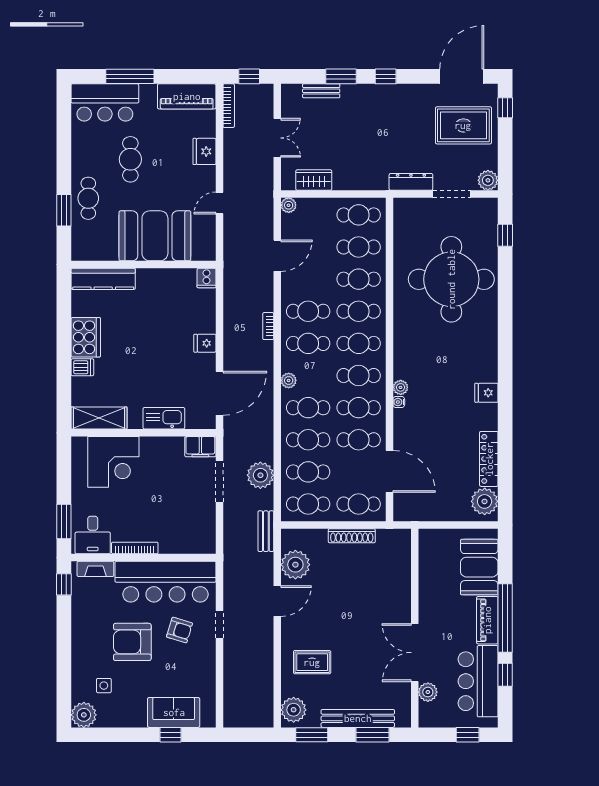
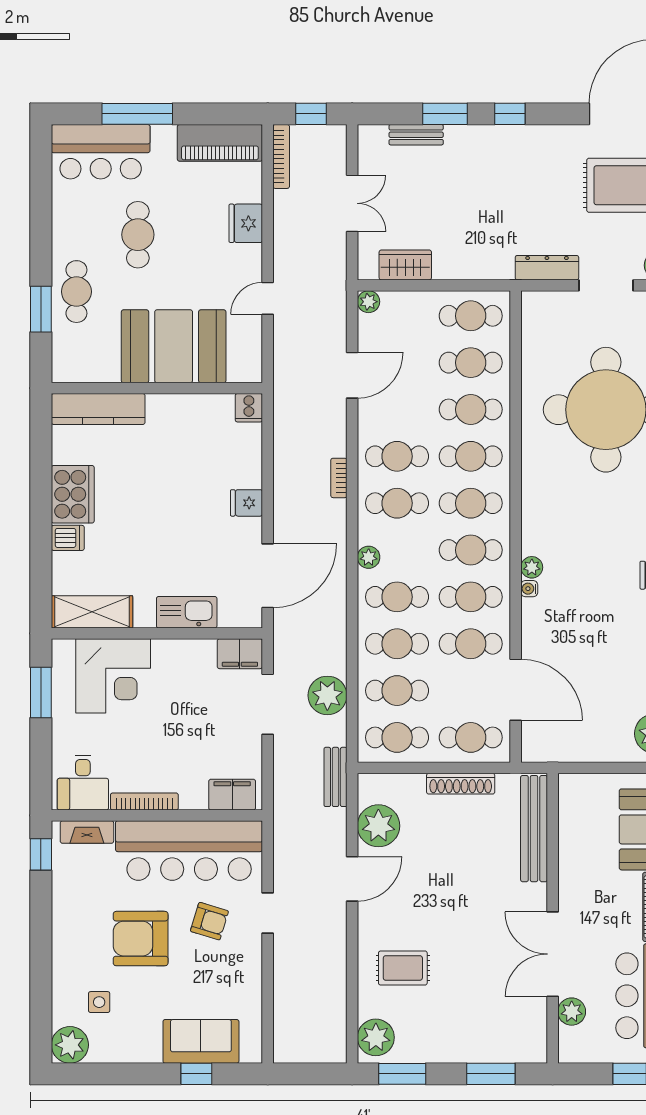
window: (64, 522) -> (41, 693), moved
filing cabinet: (195, 543) -> (232, 795), added
bench: (358, 718) -> (534, 829), moved, turned 90

